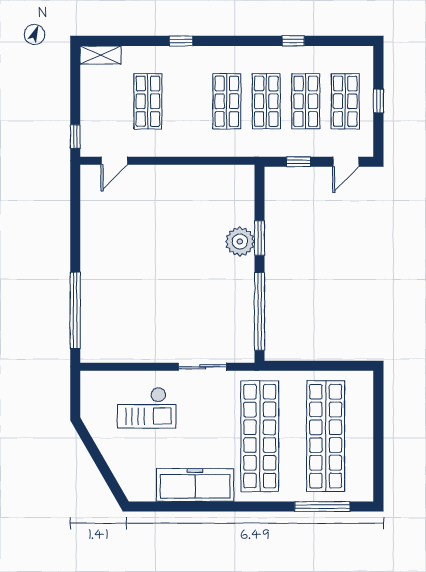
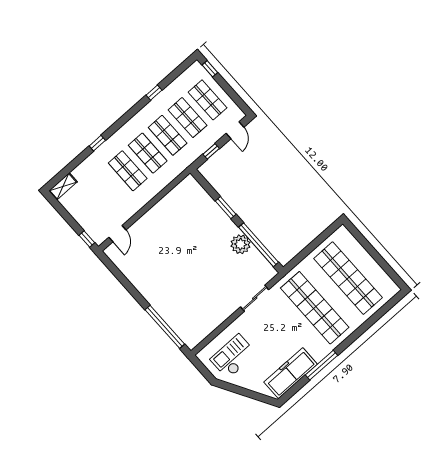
shop shelf: (148, 101) -> (128, 171), moved
window: (378, 101) -> (210, 69), moved
plant: (240, 242) -> (240, 244), moved
checkout: (147, 408) -> (233, 356), moved, turned 180
freezer: (195, 485) -> (291, 373), moved
window: (322, 506) -> (322, 365), moved

